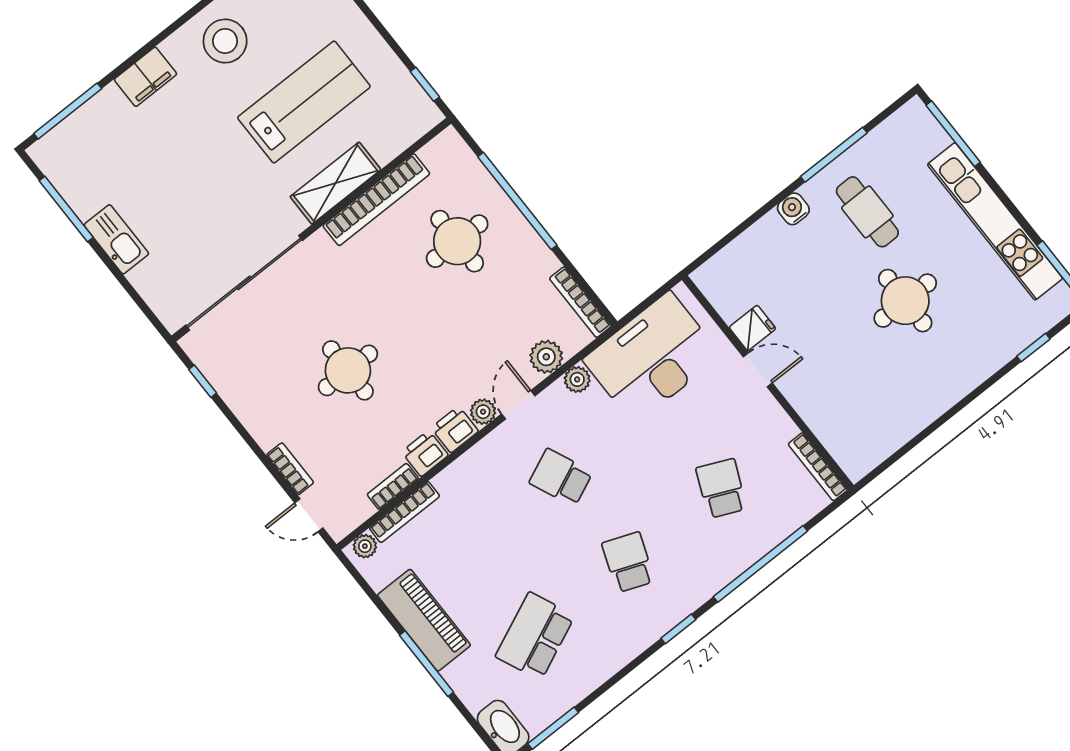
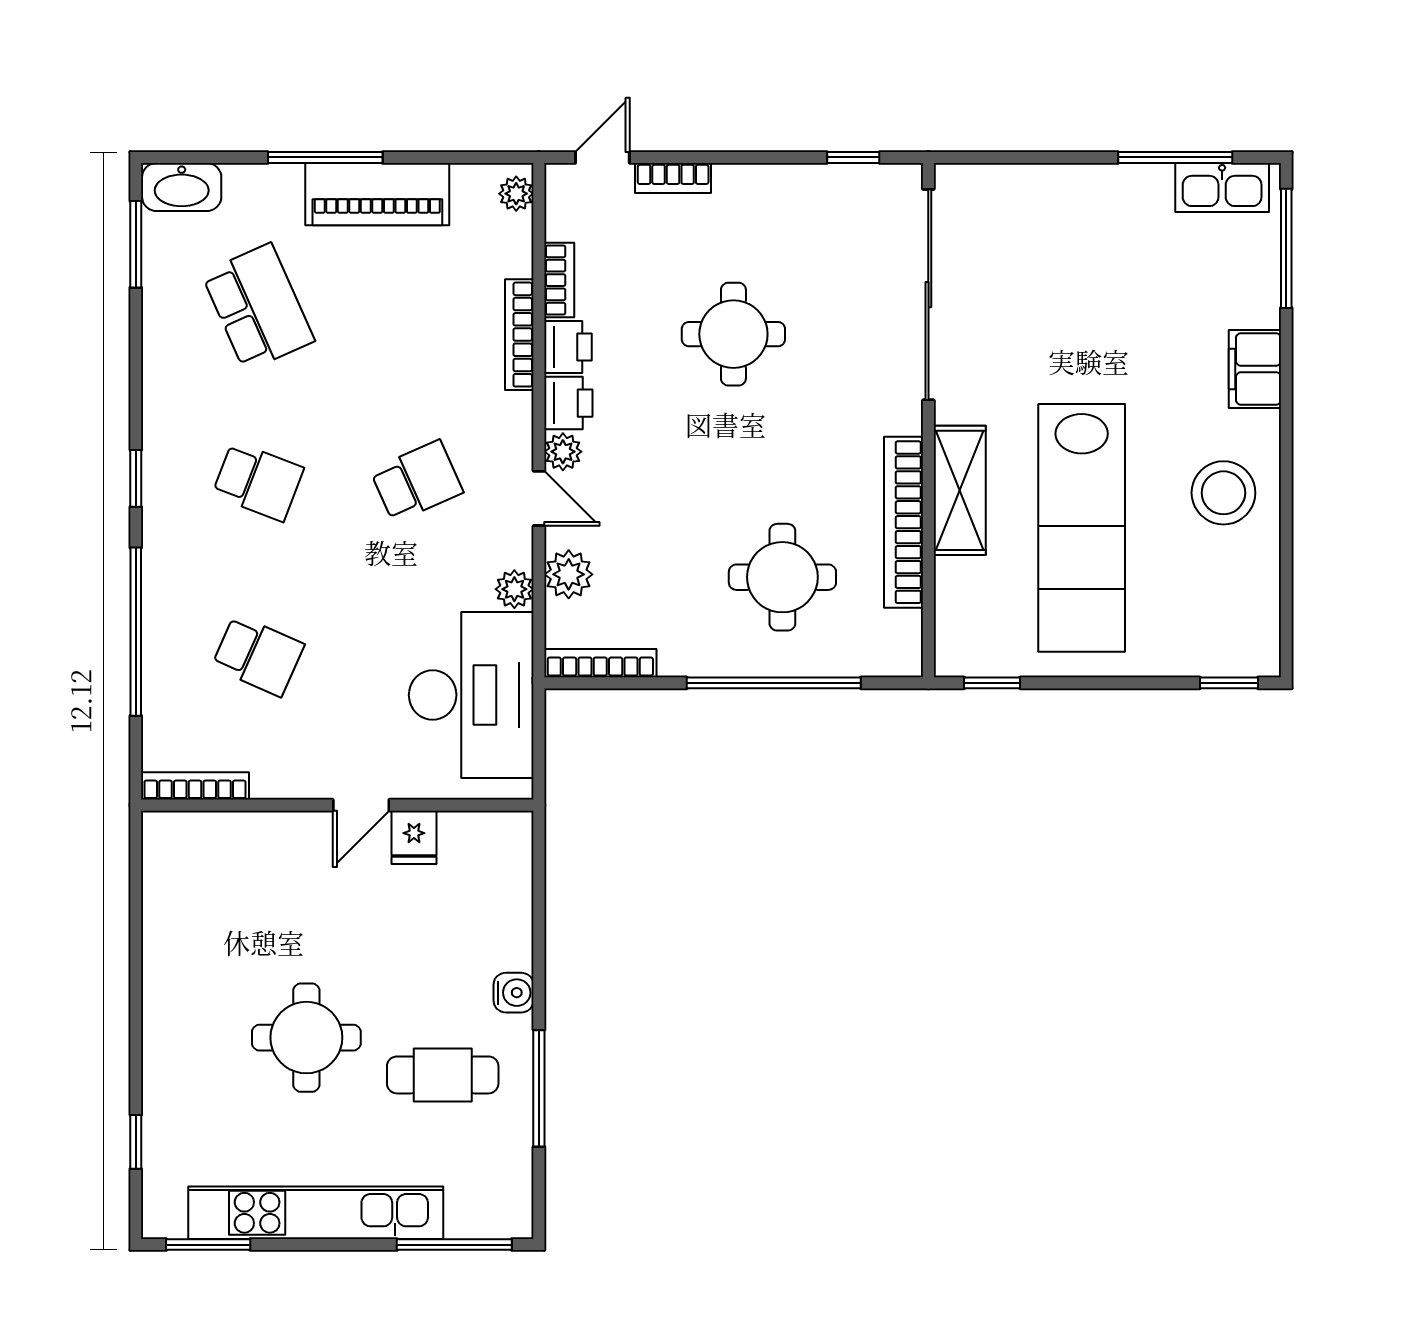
lab bench: (304, 102) -> (1082, 528), width x1.36
kitchen sink: (116, 239) -> (1222, 188), moved
bookcase: (404, 512) -> (519, 335), moved

